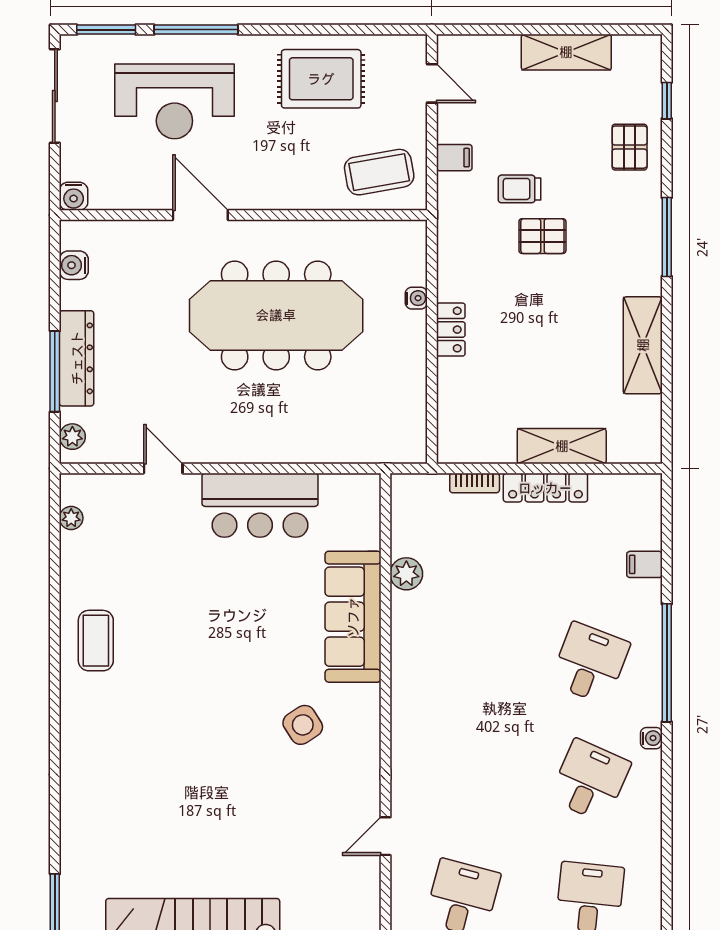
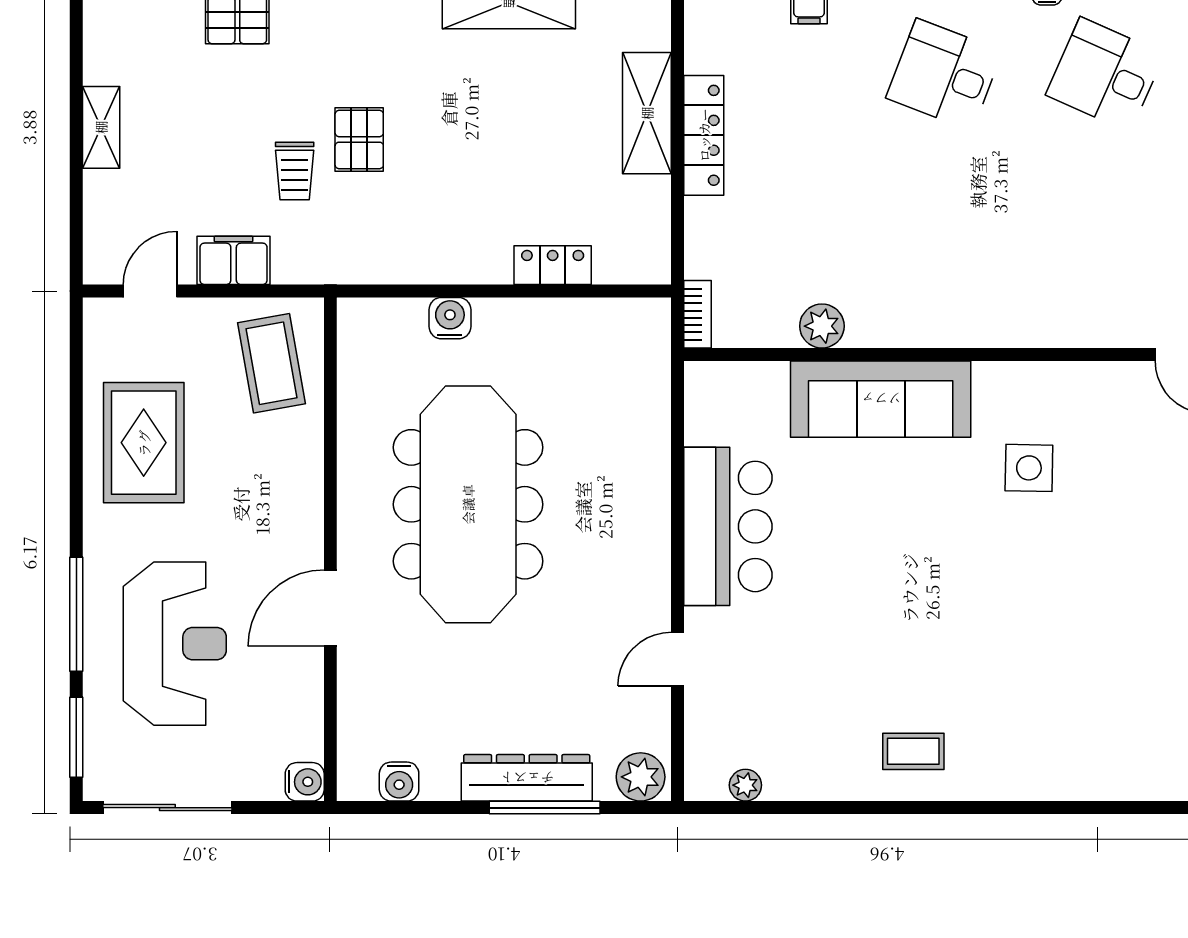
shelving: (566, 52) -> (101, 127), width x0.67, depth x0.75
filing cabinet: (454, 158) -> (234, 260), width x2.00
water cooler: (416, 298) -> (450, 318), width x1.38, depth x1.38
locker: (451, 330) -> (553, 265), moved
plant: (72, 437) -> (641, 777), width x1.38, depth x1.38
bookcase: (475, 483) -> (697, 314), moved
coffee table: (96, 641) -> (913, 751), width x0.73, depth x0.77
side table: (303, 725) -> (1029, 468), turned 34

